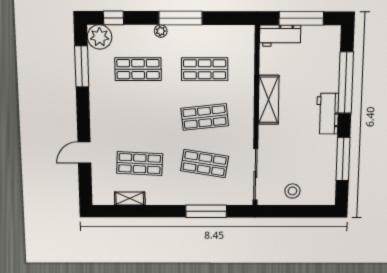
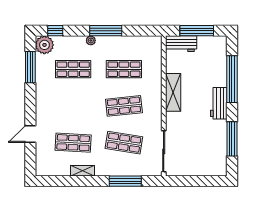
stool: (292, 191) -> (193, 165), removed
shelving: (130, 198) -> (82, 171), moved

